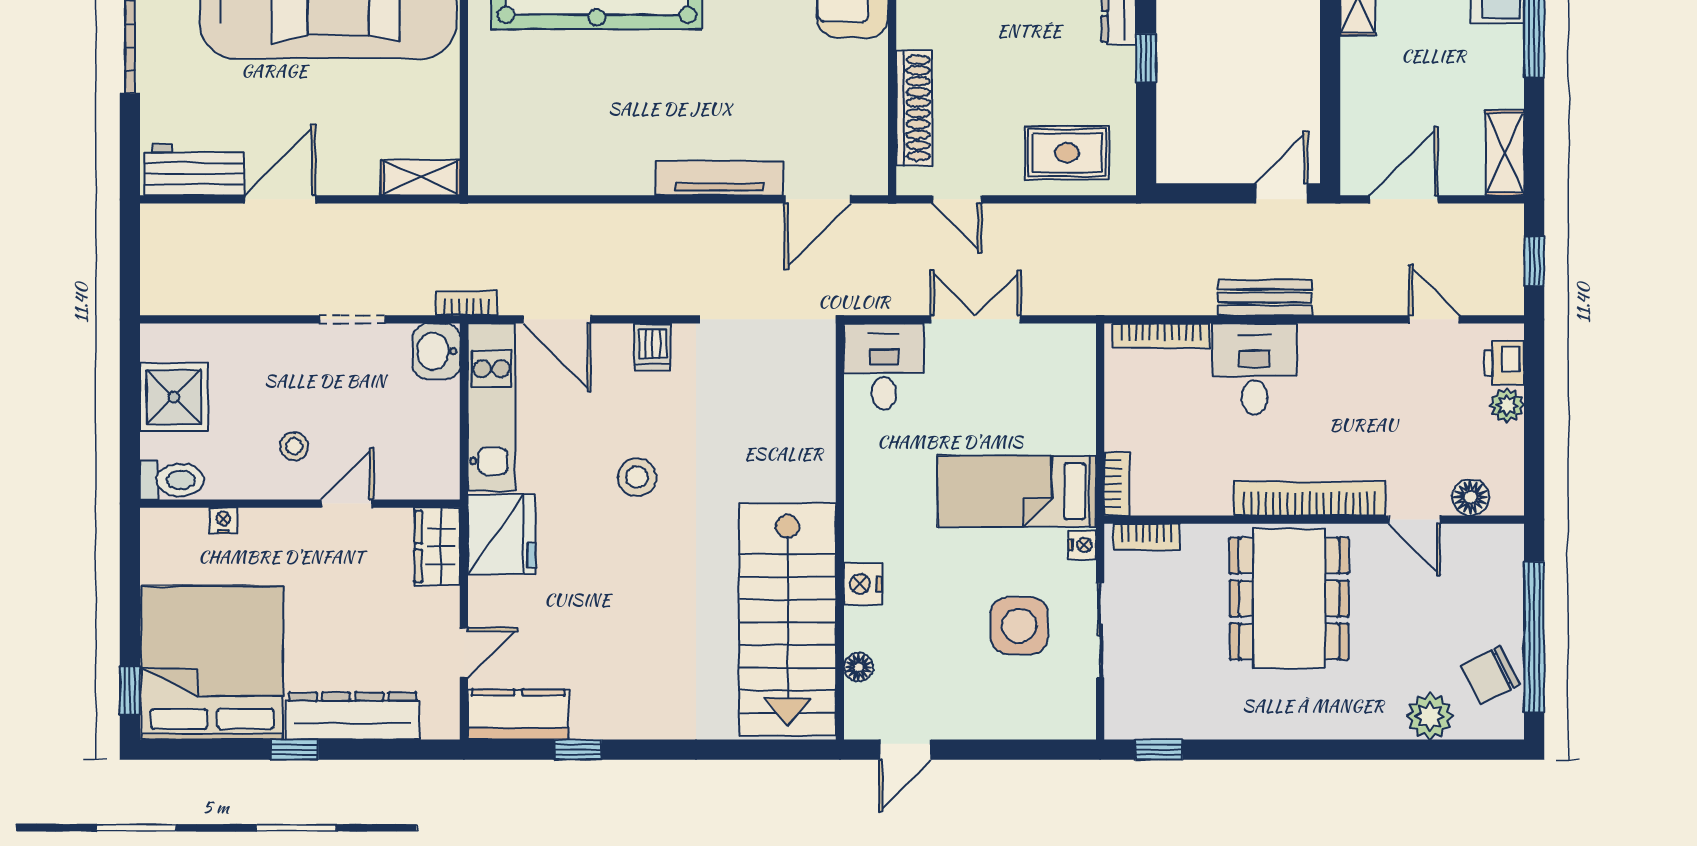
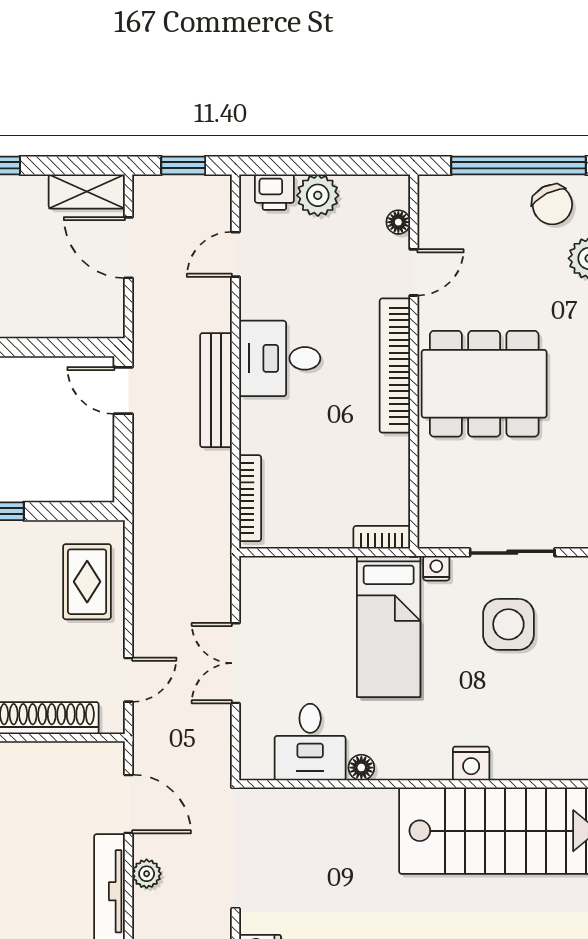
door: (1404, 199) -> (129, 248), moved
plant: (739, 220) -> (147, 874), added
bench: (1265, 298) -> (216, 390), width x1.36
desk: (884, 366) -> (310, 742), moved, turned -90
desk: (1254, 369) -> (280, 358), moved
plant: (1507, 405) -> (318, 195), width x1.38, depth x1.38
floor lamp: (1471, 497) -> (398, 222), width x0.73, depth x0.73
bookcase: (1146, 537) -> (429, 511), removed
floor lamp: (858, 667) -> (361, 768), moved

